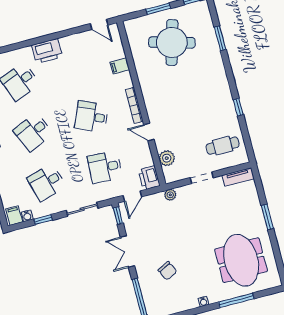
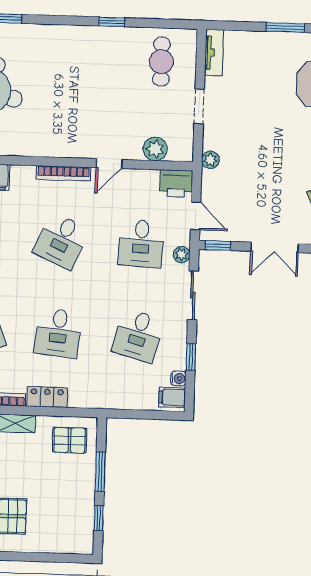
desk: (33, 132) -> (58, 333), turned 30
desk: (47, 182) -> (138, 336), turned 30
plant: (106, 195) -> (182, 255), added

